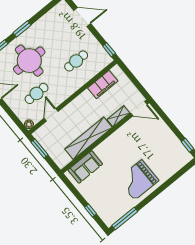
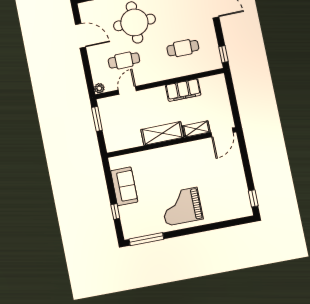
filing cabinet: (103, 84) -> (183, 90), moved
door: (139, 109) -> (222, 132), hinge flipped
shelving: (88, 138) -> (162, 133), width x0.68
sofa: (85, 167) -> (124, 186), moved, turned -90

